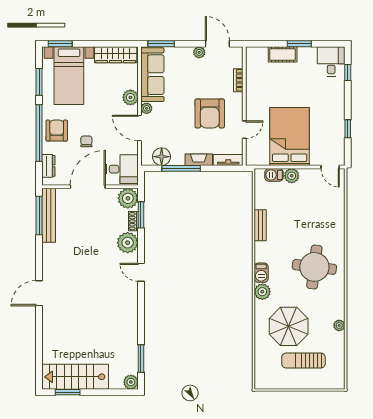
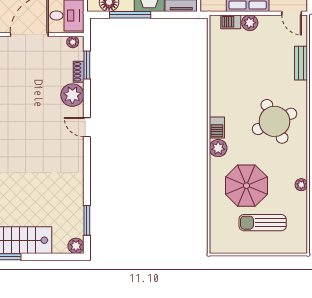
plant: (128, 198) -> (73, 42), width x0.53, depth x0.53
bench: (260, 225) -> (301, 63), moved
round table: (314, 267) -> (274, 121), turned -32

